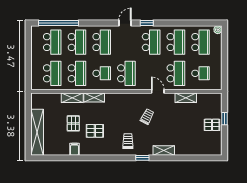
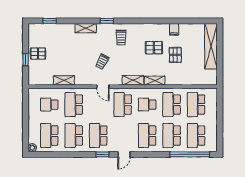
door: (158, 91) -> (103, 87), moved
shelving: (72, 98) -> (133, 80), moved
window: (200, 158) -> (50, 21), added

